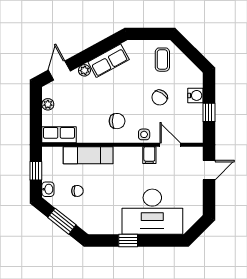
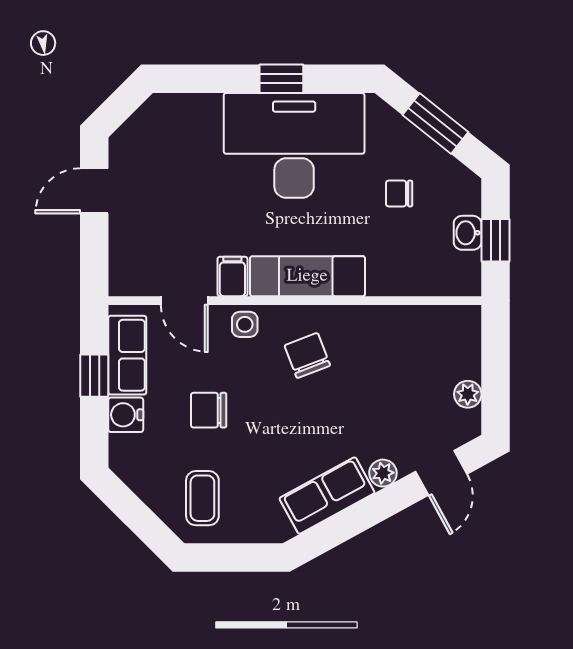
chair: (160, 97) -> (209, 410), turned -123
chair: (117, 121) -> (307, 355), turned 69
row of seats: (59, 135) -> (127, 355), moved, turned -90
exam couch: (88, 155) -> (307, 276), moved
door: (209, 170) -> (94, 191), moved
washbasin: (48, 189) -> (468, 233), moved
desk: (152, 212) -> (294, 145), moved

